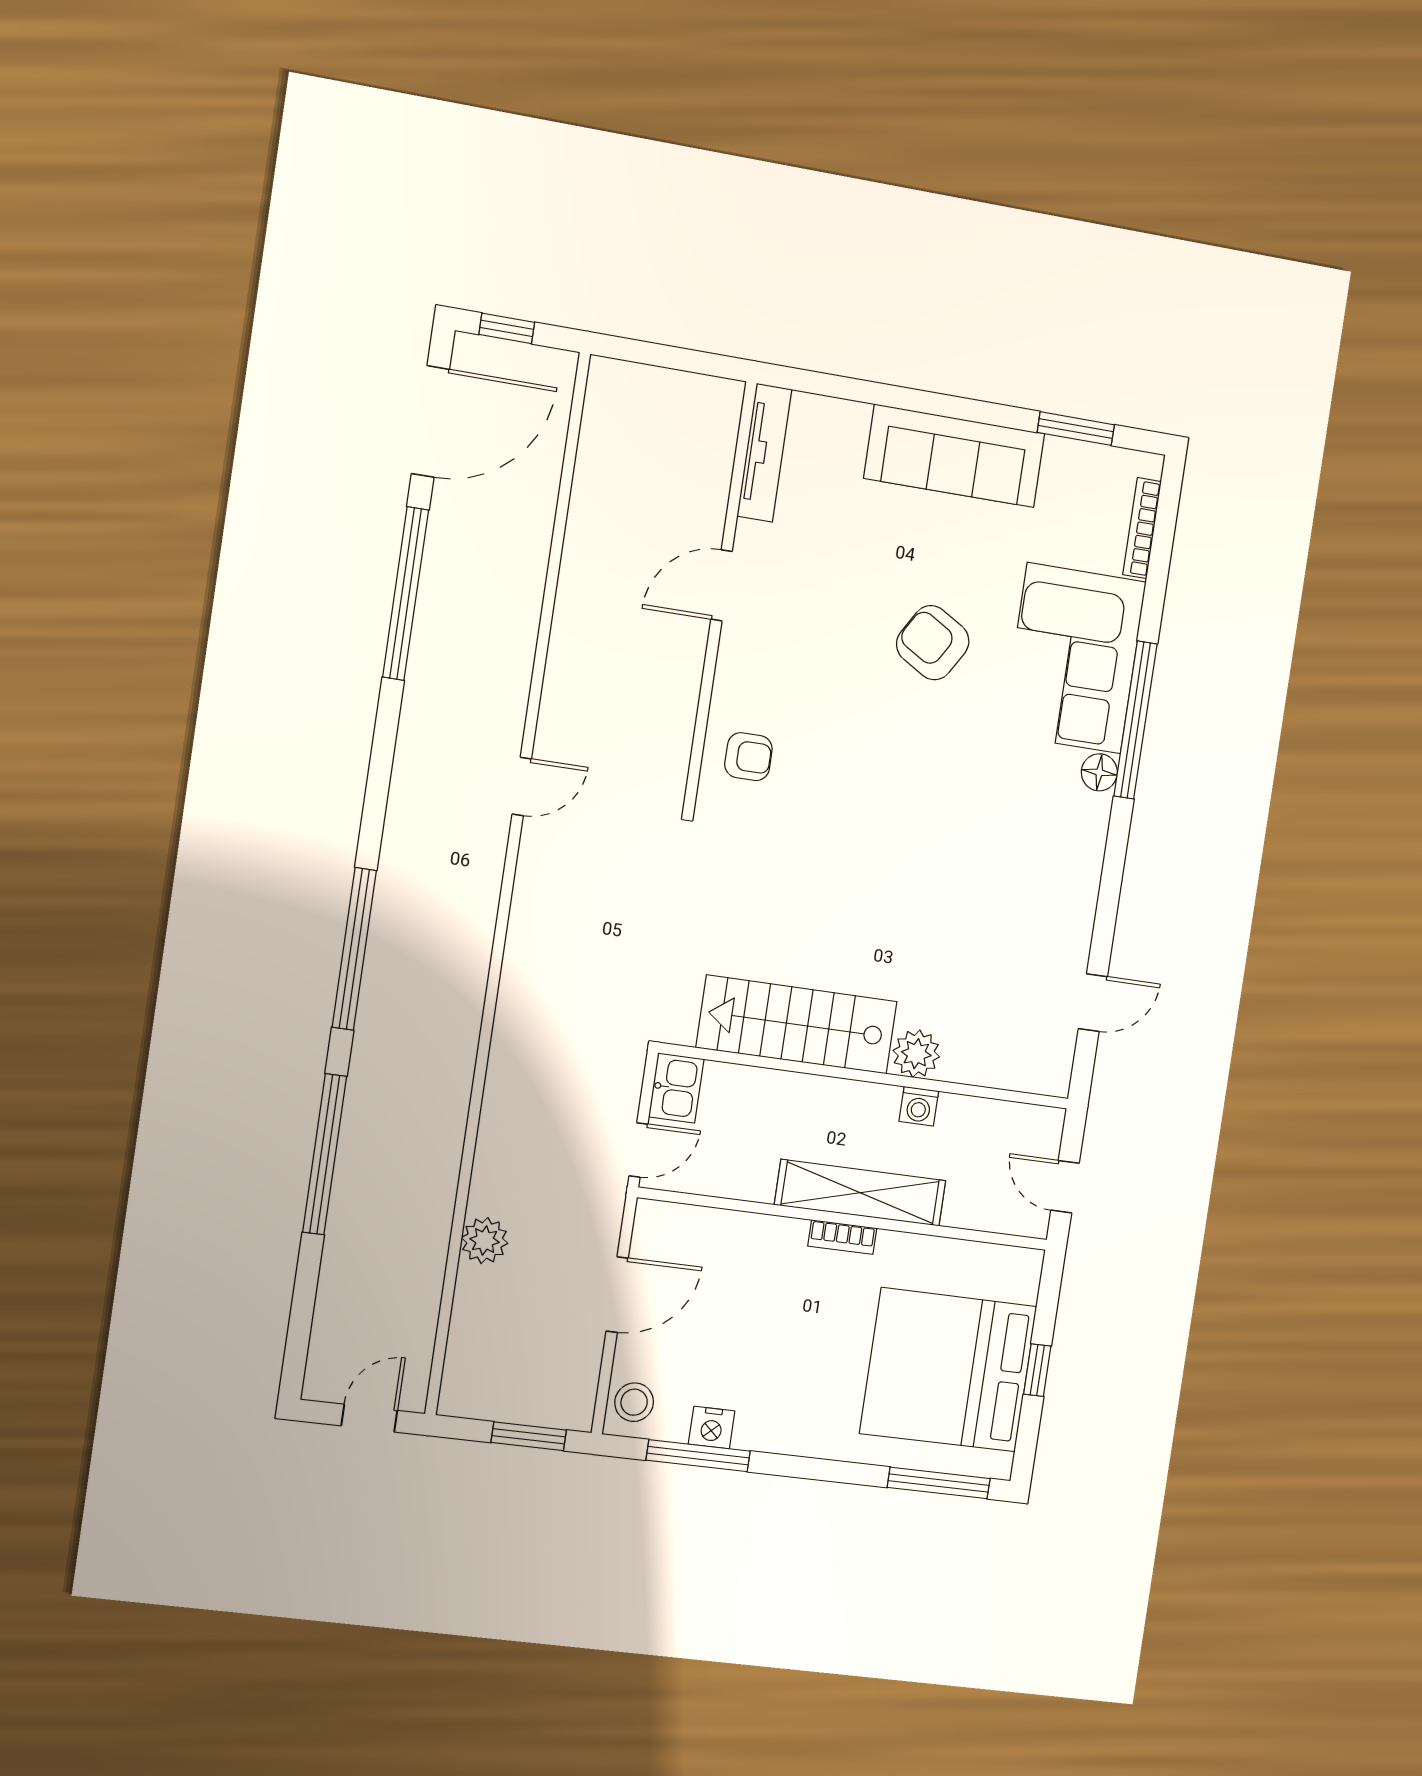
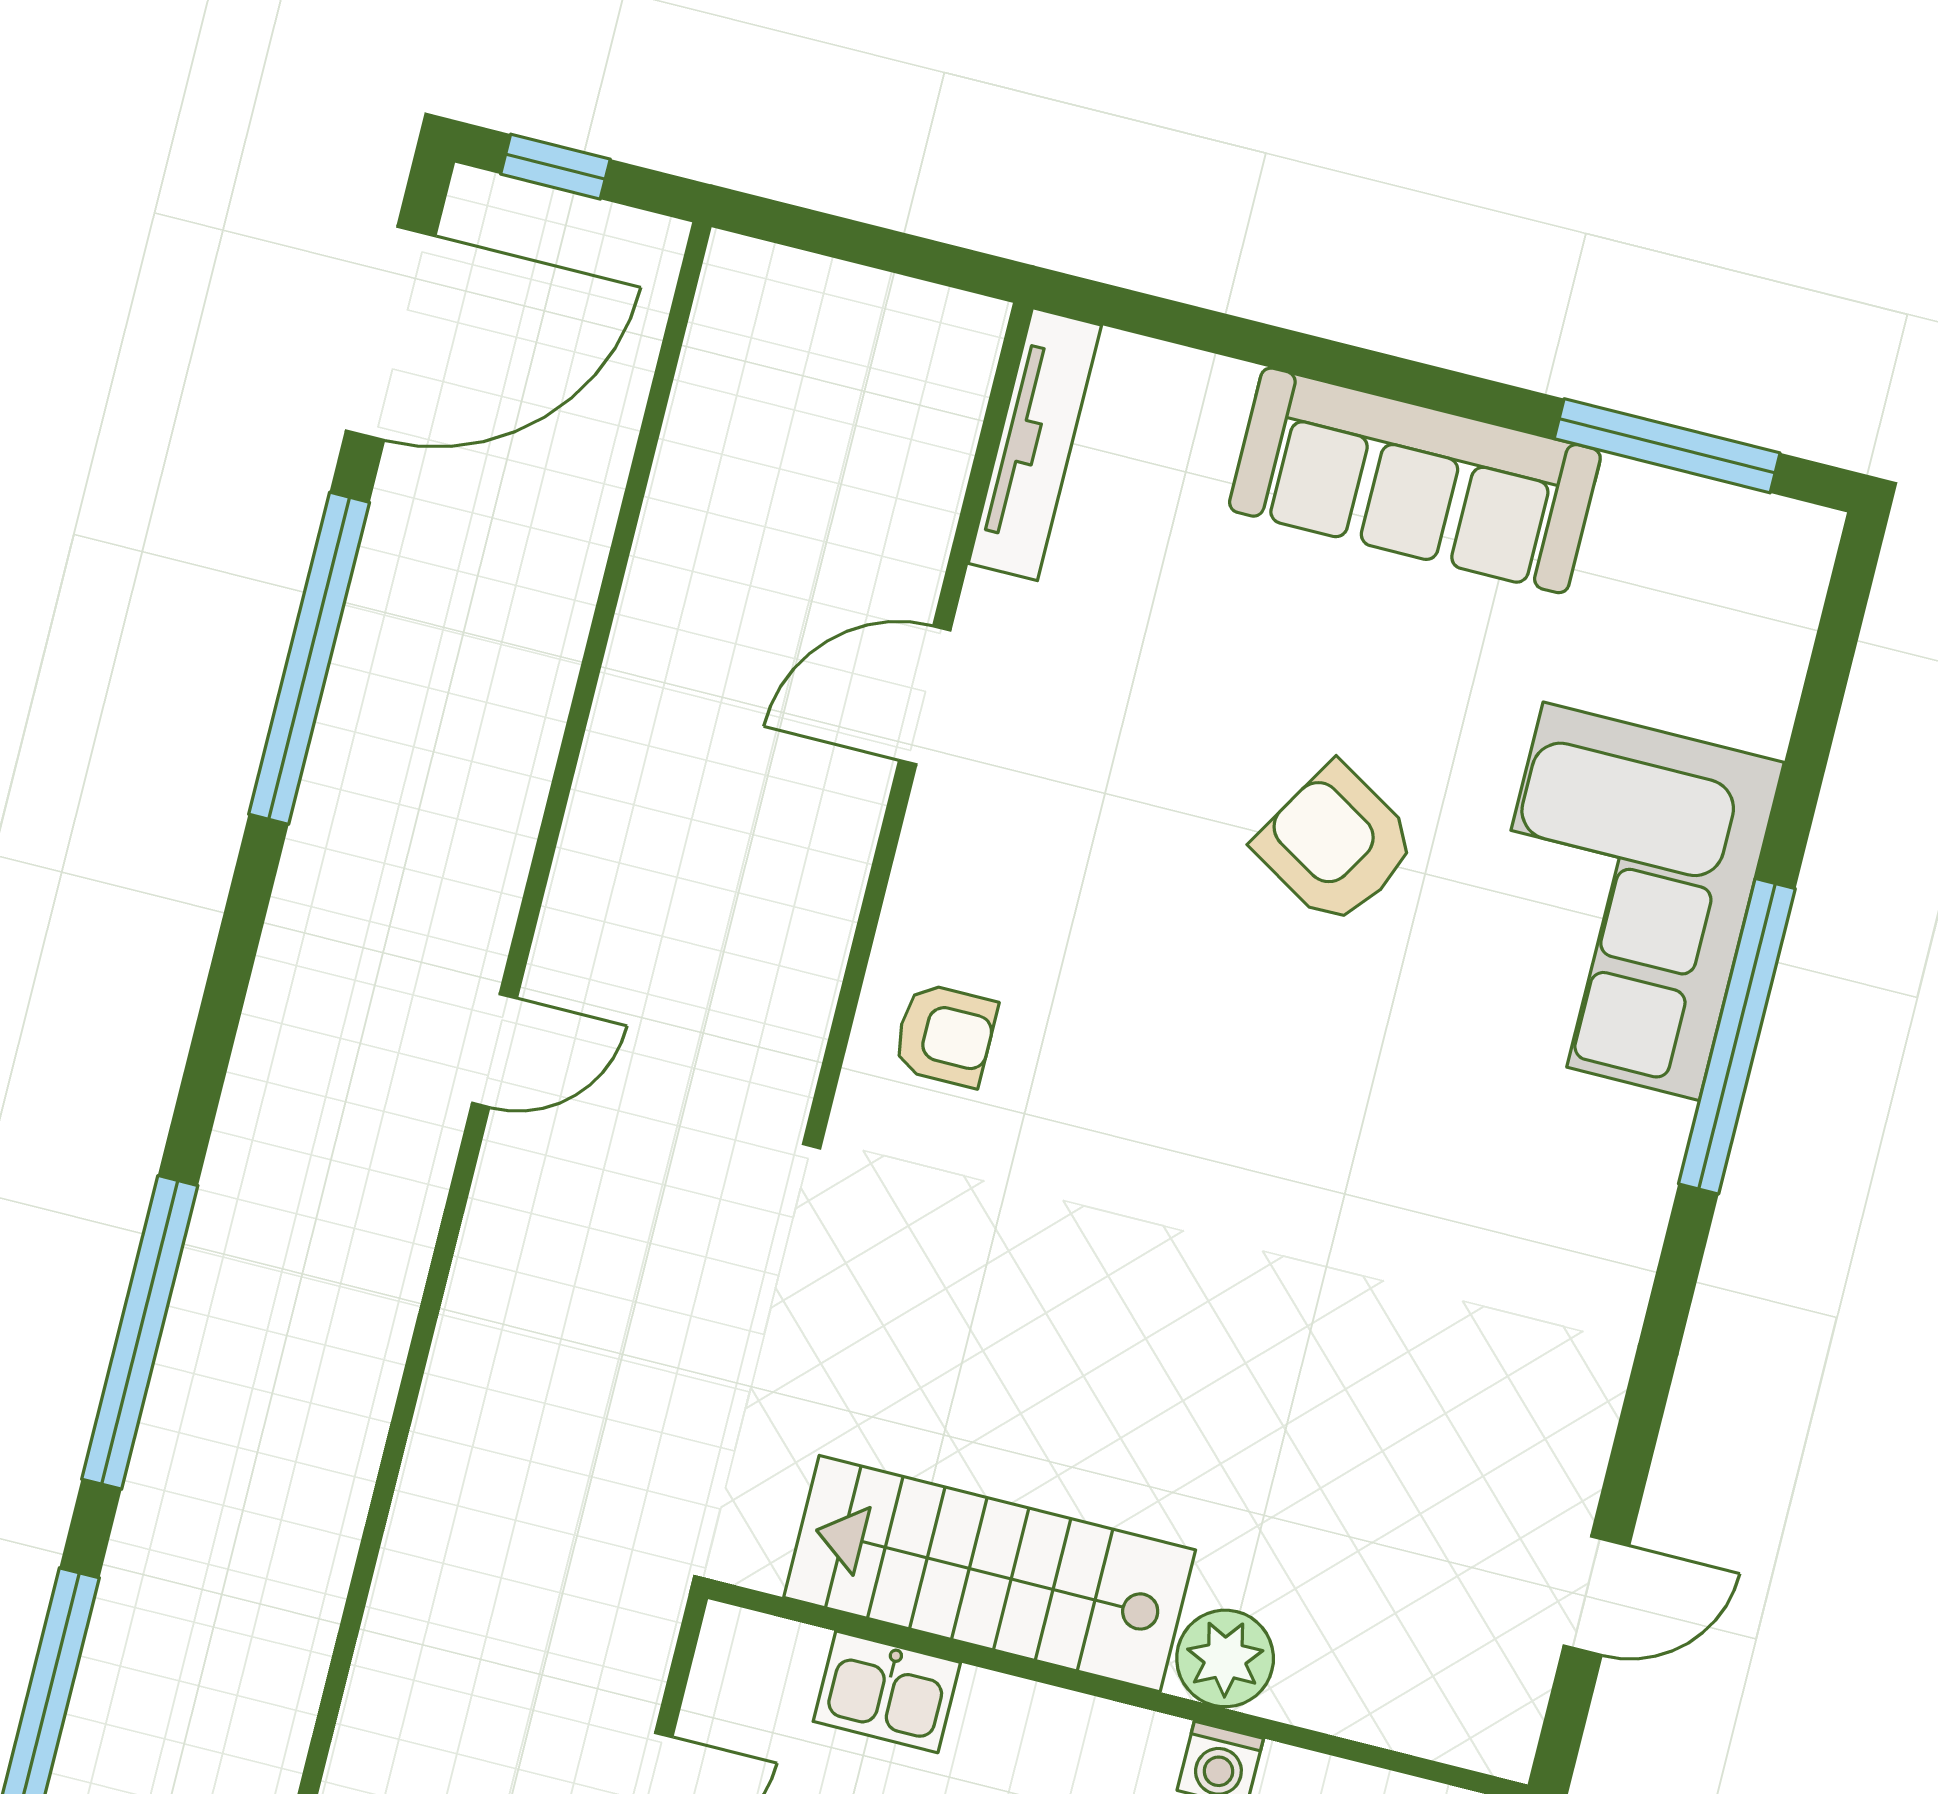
window: (1076, 429) -> (1667, 446), width x1.44
bookcase: (1142, 528) -> (1785, 654), removed
floor lamp: (1099, 772) -> (1652, 1134), removed
kitchen sink: (676, 1088) -> (887, 1692), moved, turned 90

